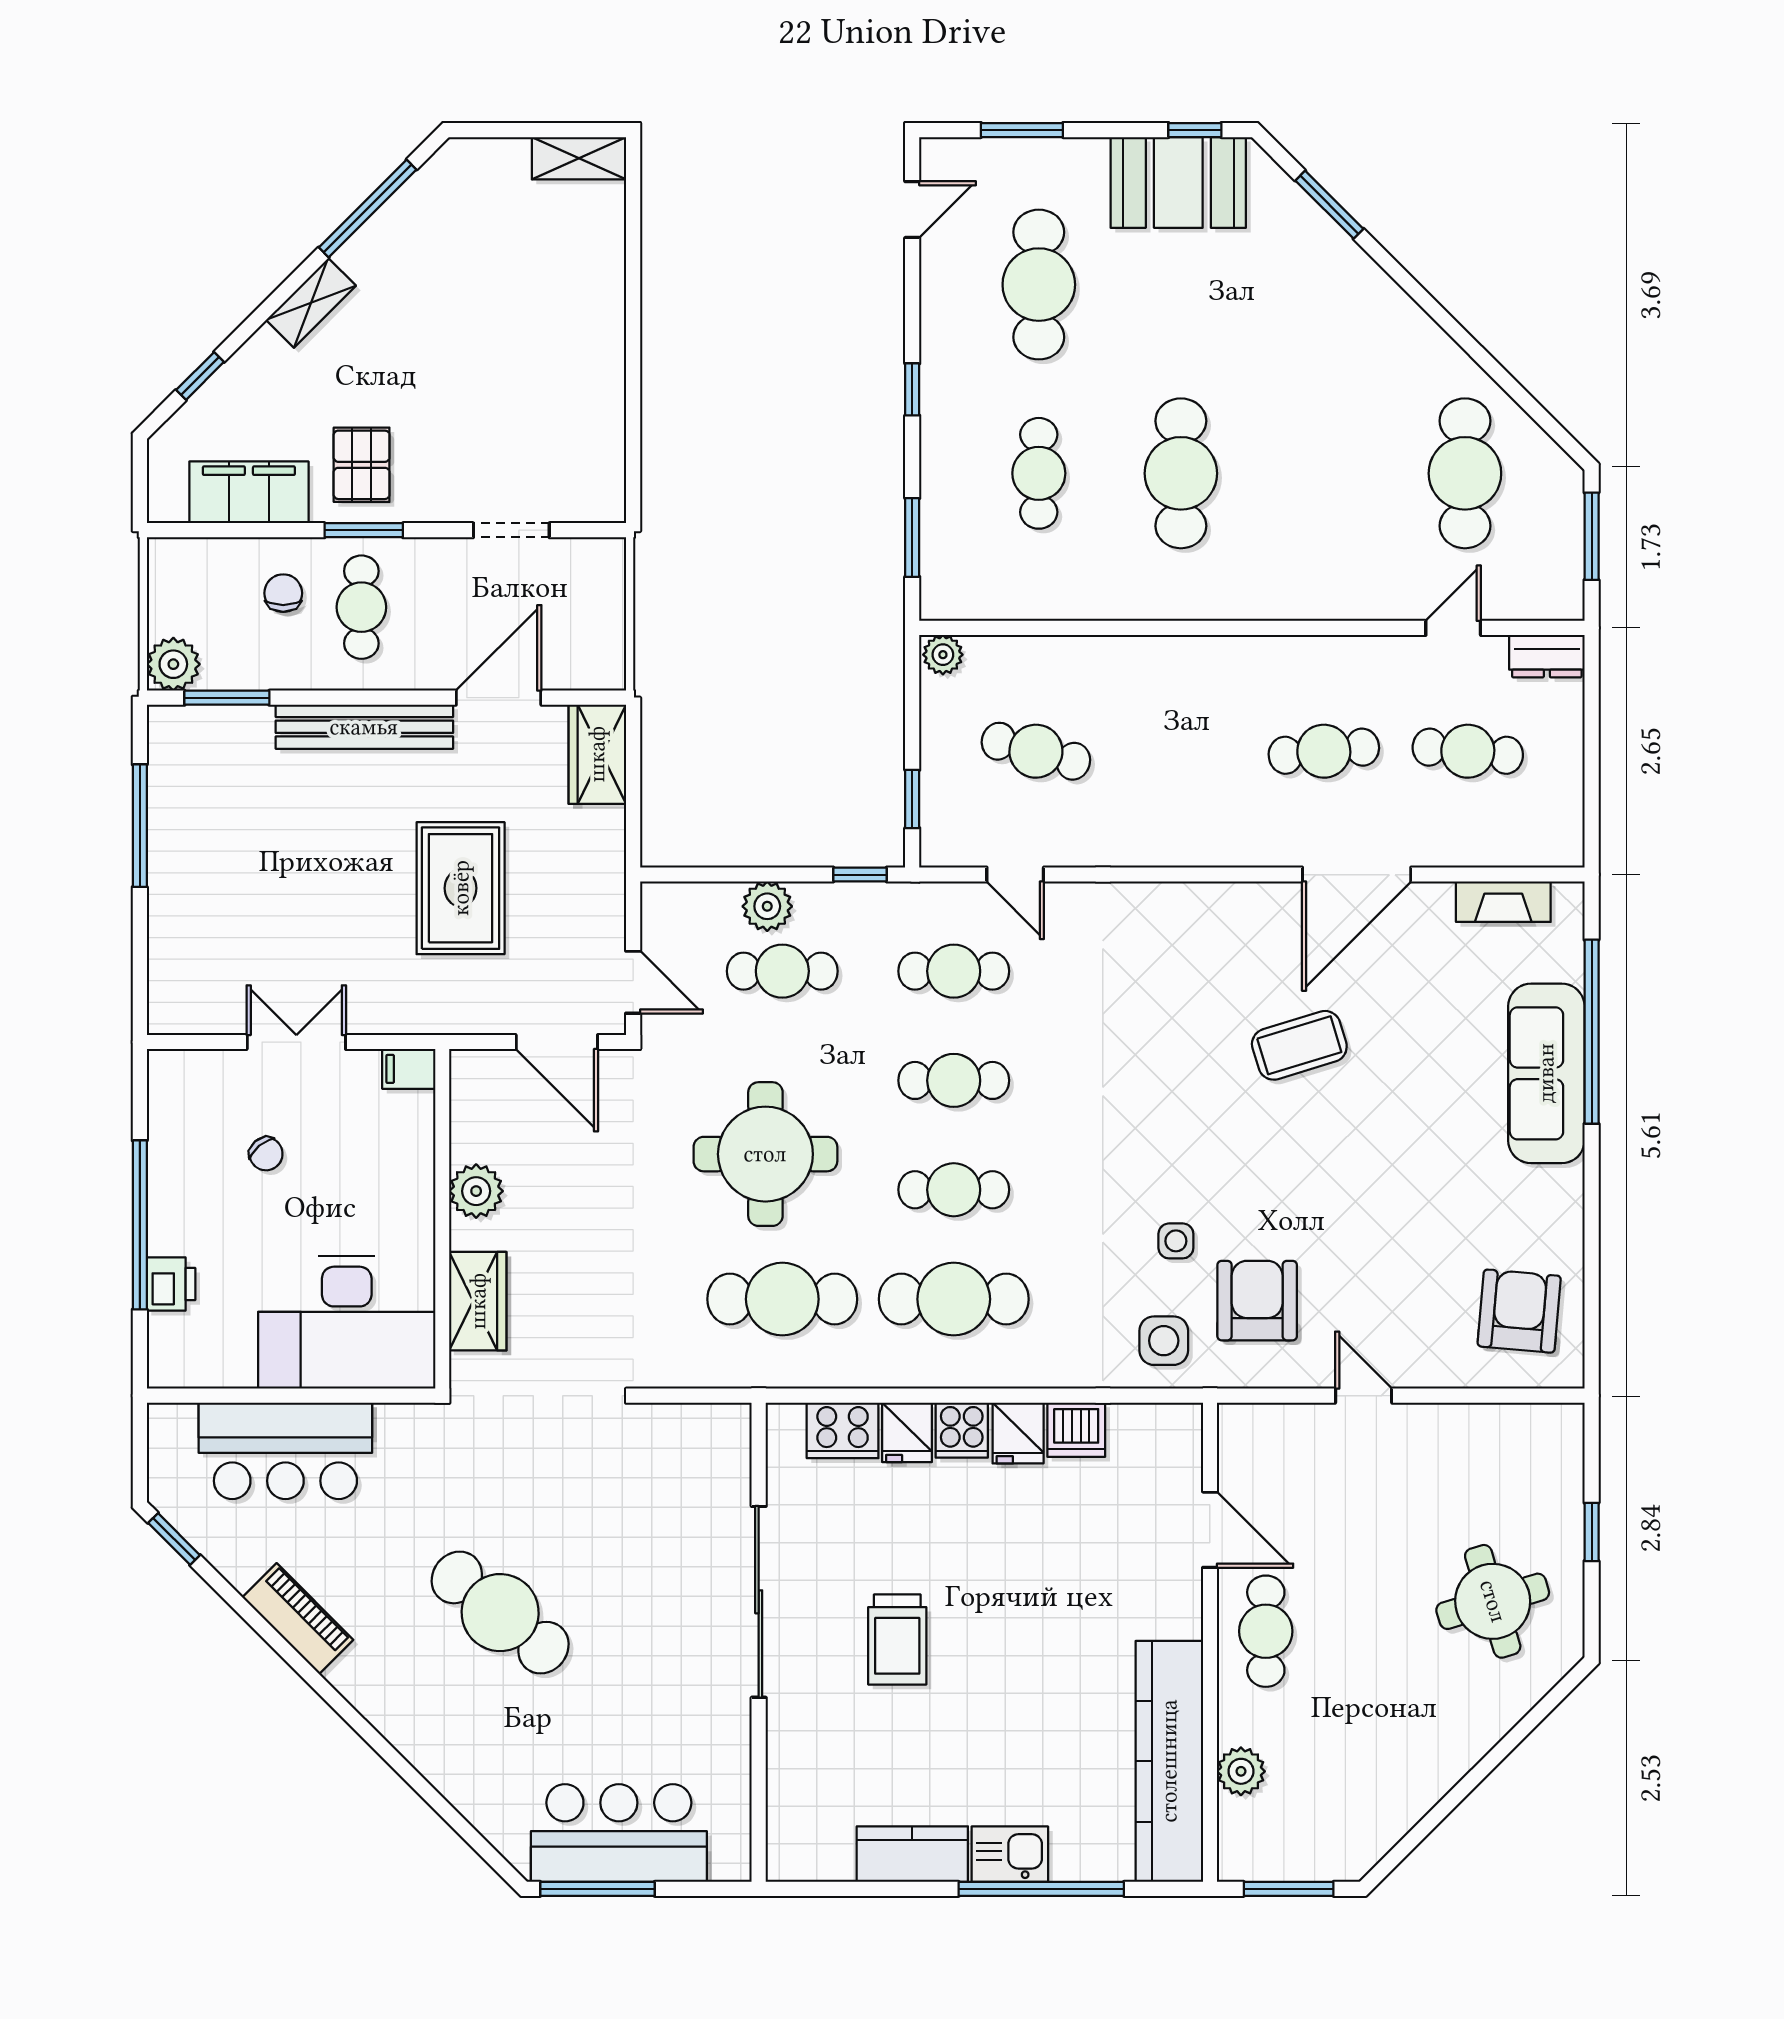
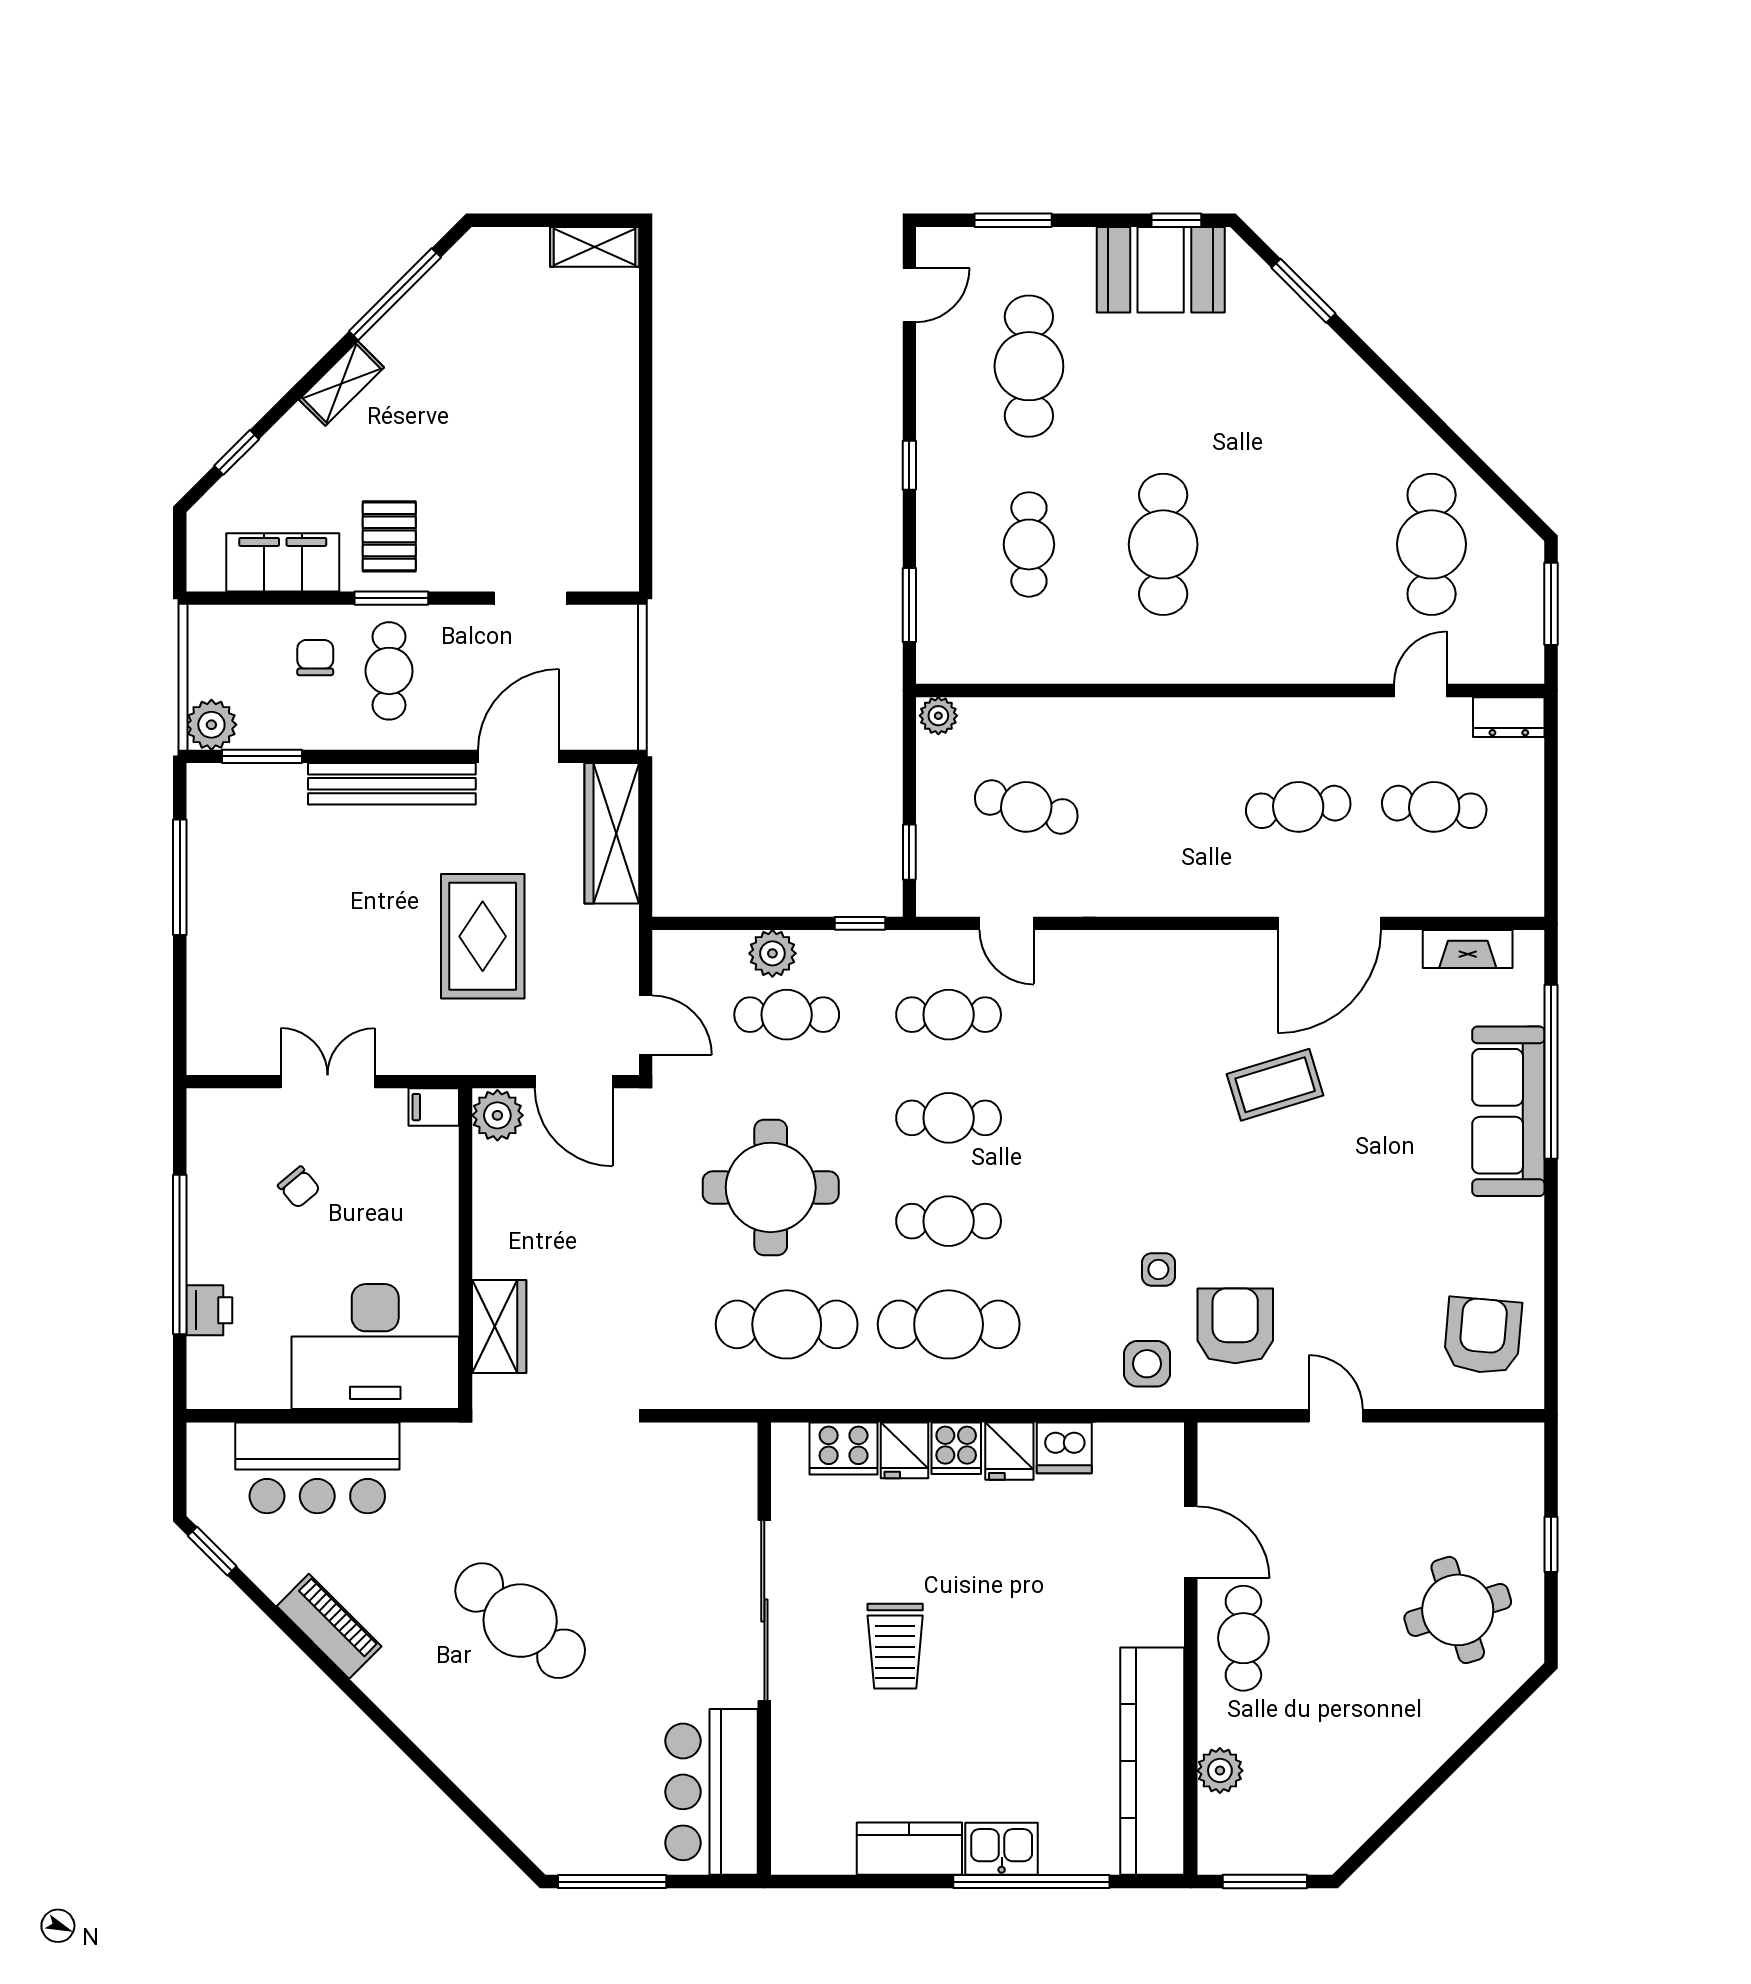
wardrobe: (597, 754) -> (612, 833), width x1.50
plant: (476, 1191) -> (497, 1115), moved
bar counter: (619, 1833) -> (712, 1792), moved, turned -90

